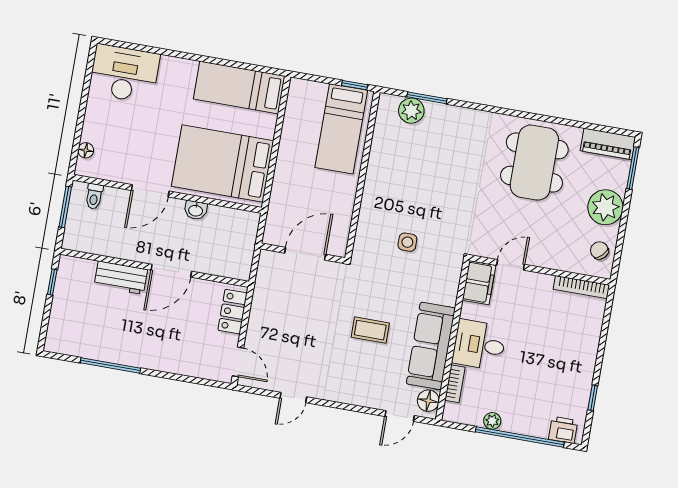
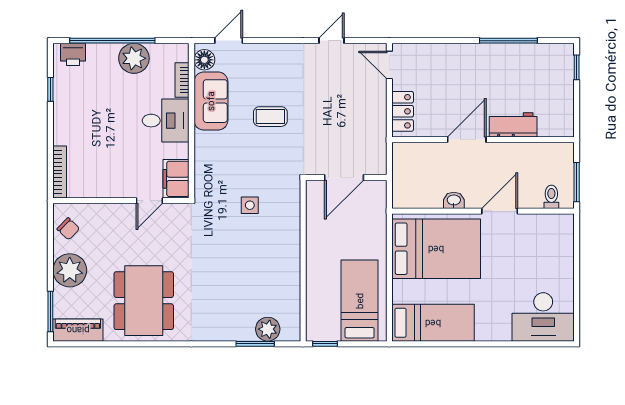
bed: (341, 129) -> (360, 301), moved
floor lamp: (86, 150) -> (567, 239), removed
window: (52, 282) -> (577, 67), moved
bookcase: (581, 287) -> (60, 172), moved, turned 90
sofa: (431, 346) -> (211, 101), width x0.73
plant: (492, 421) -> (134, 58), width x1.87, depth x1.87

